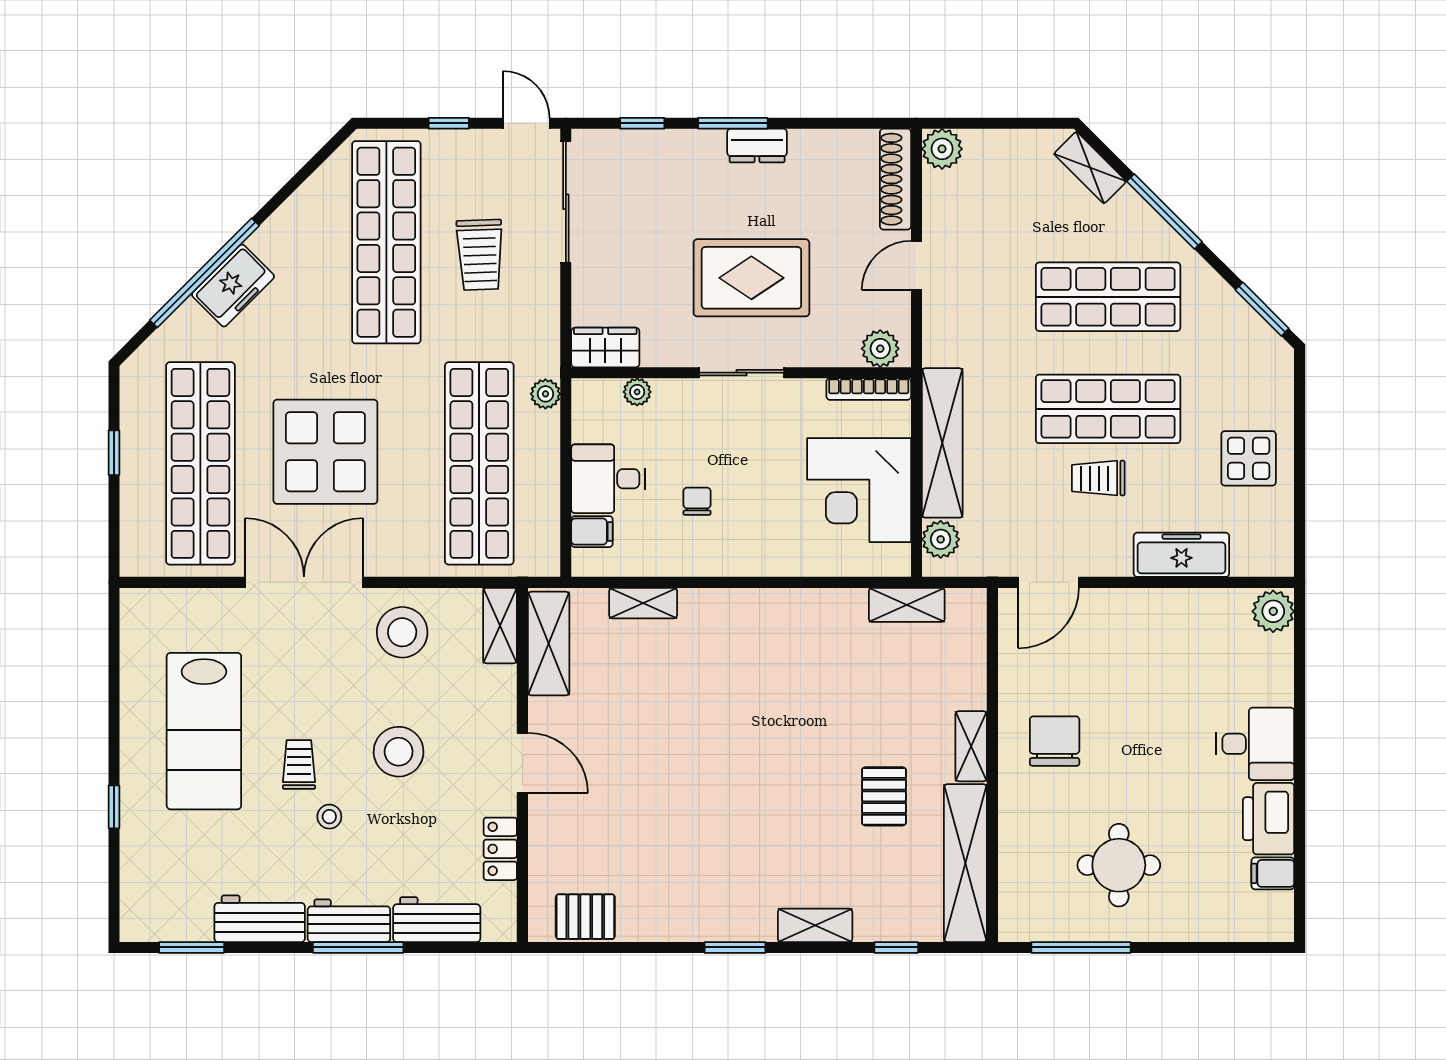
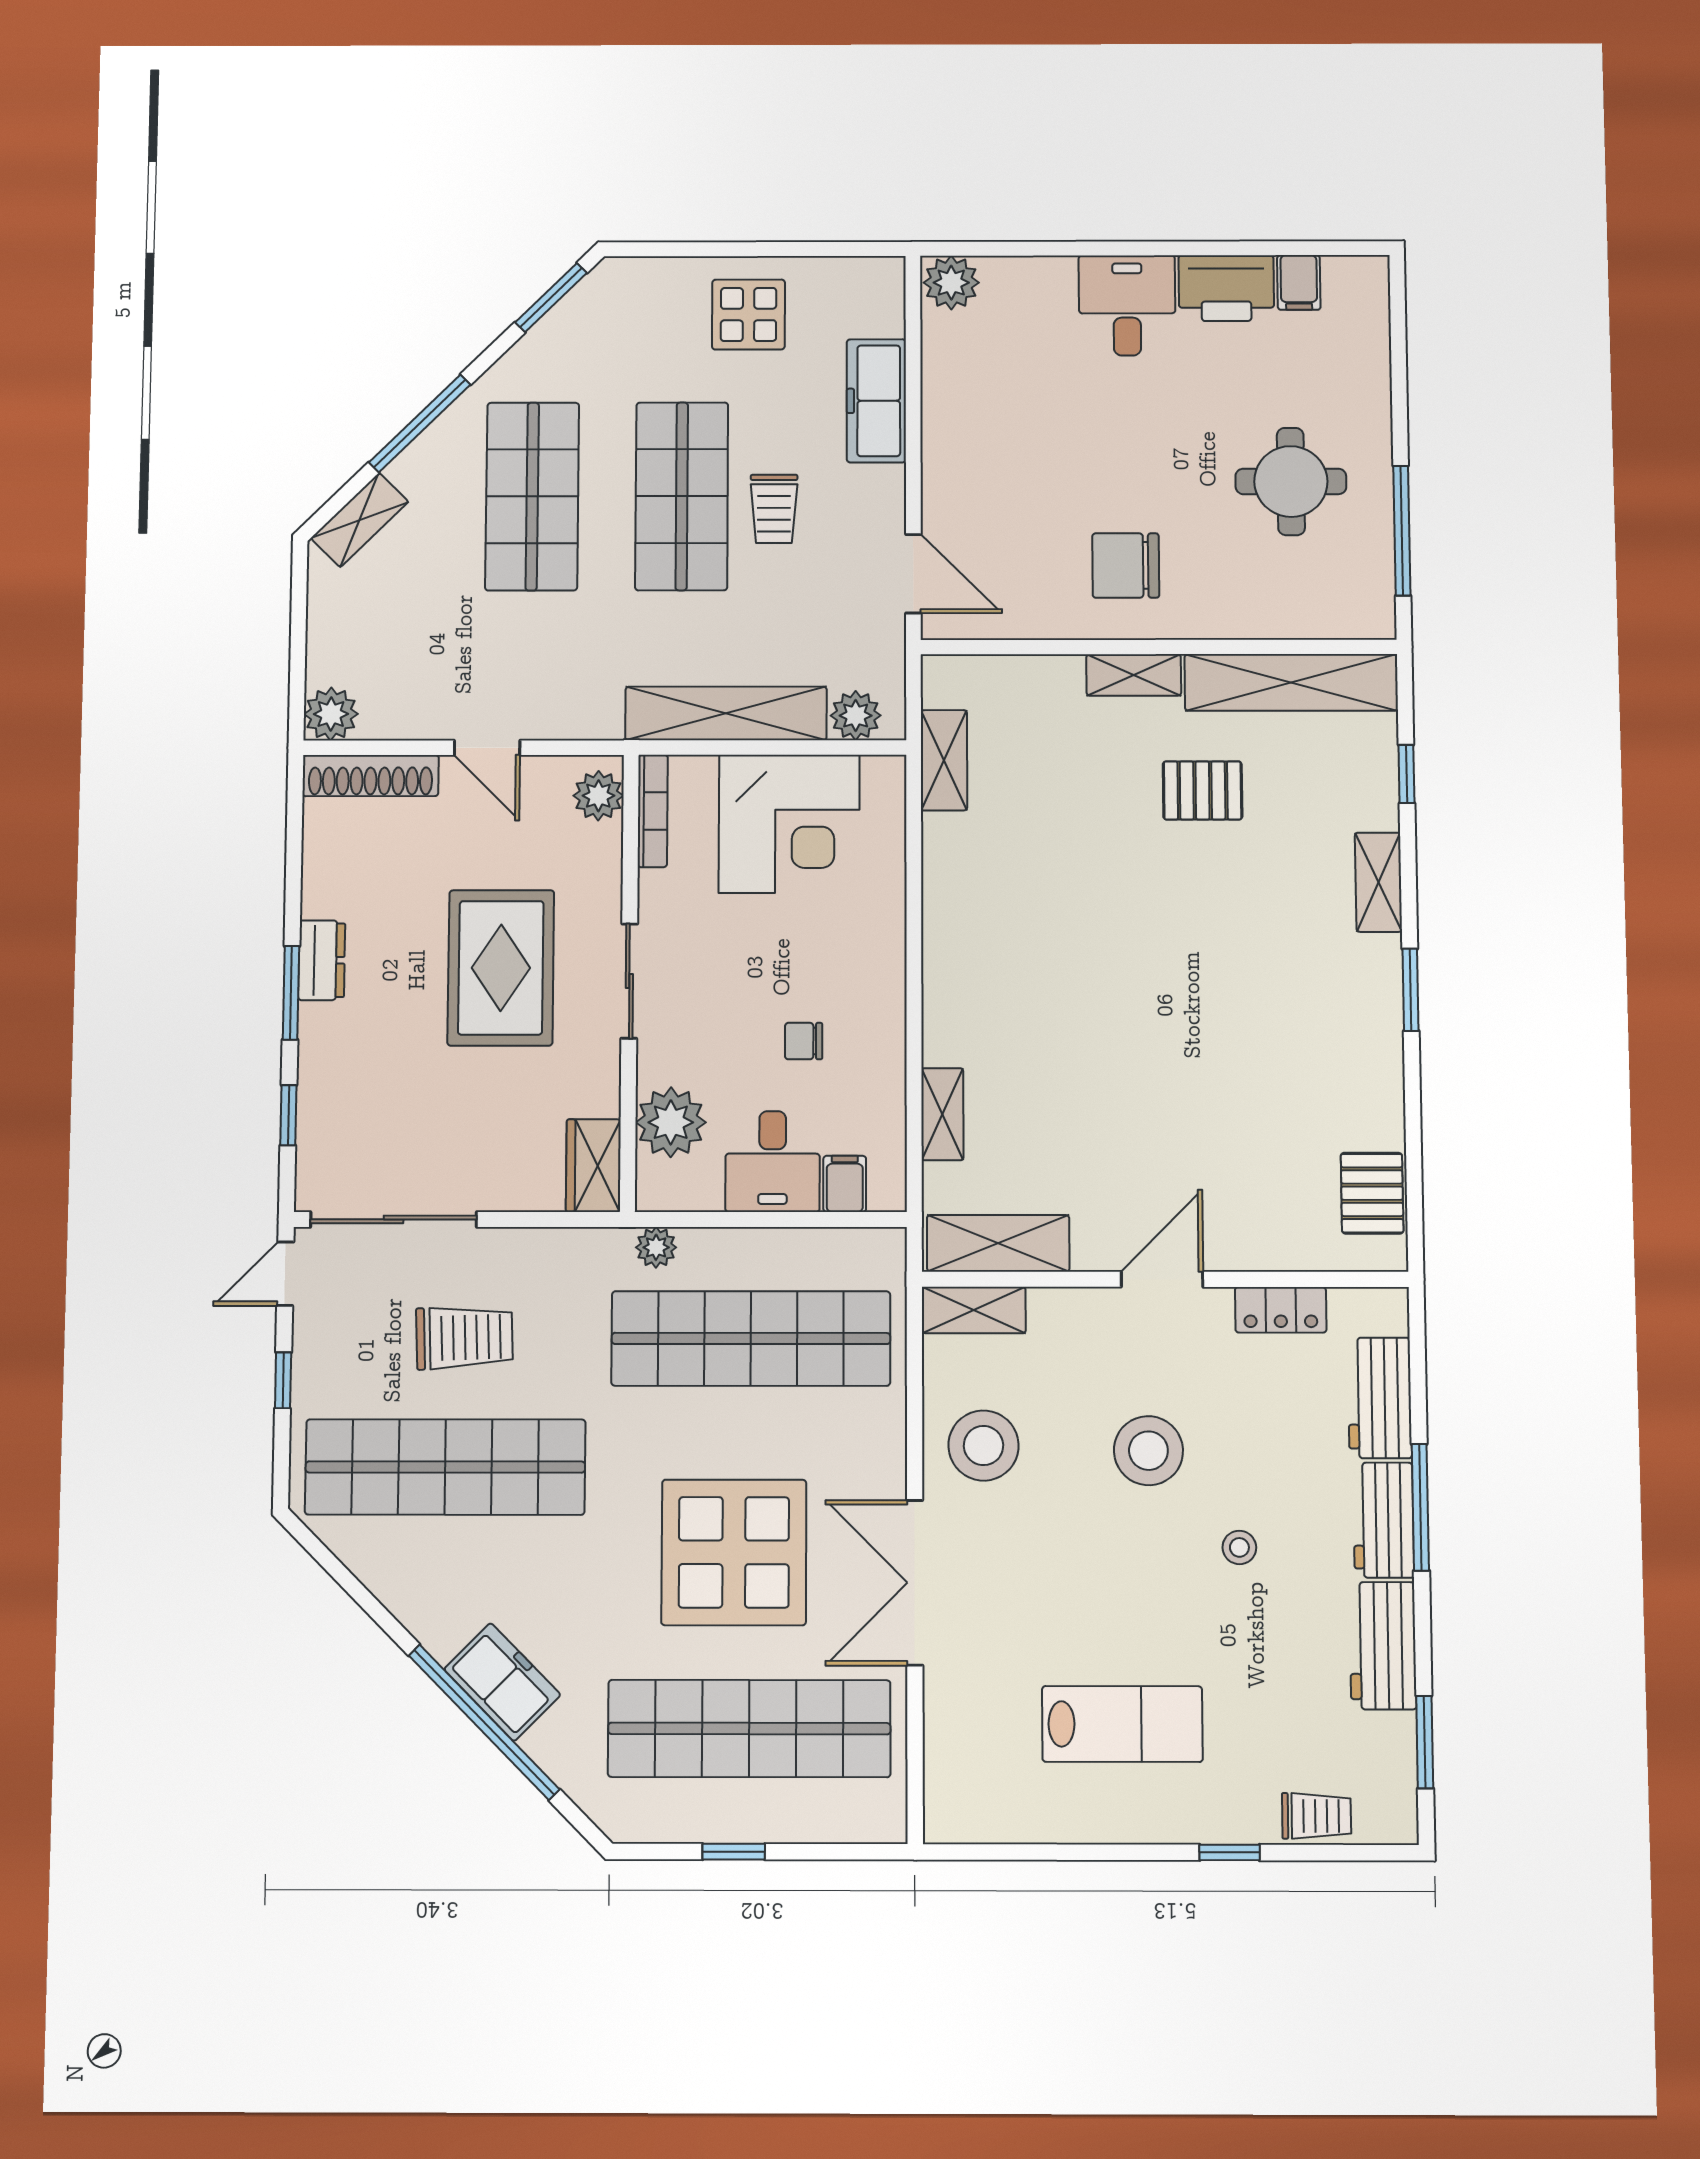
plant: (637, 392) -> (671, 1122), width x1.87, depth x1.87
lab bench: (204, 731) -> (1122, 1724), width x0.73, depth x0.72
trolley: (299, 765) -> (1317, 1816), moved, turned 180

